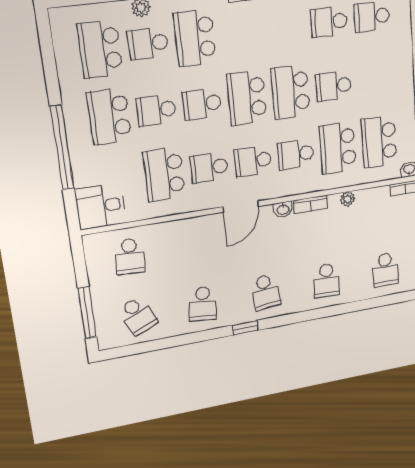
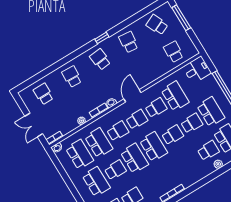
school desk: (195, 38) -> (96, 182), moved

